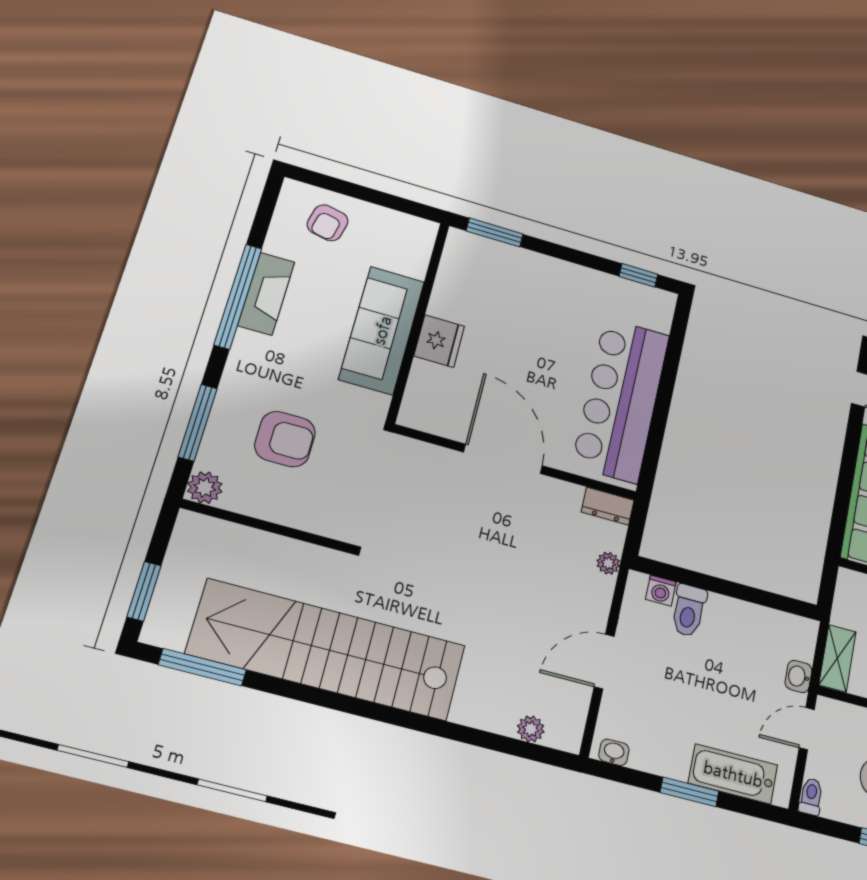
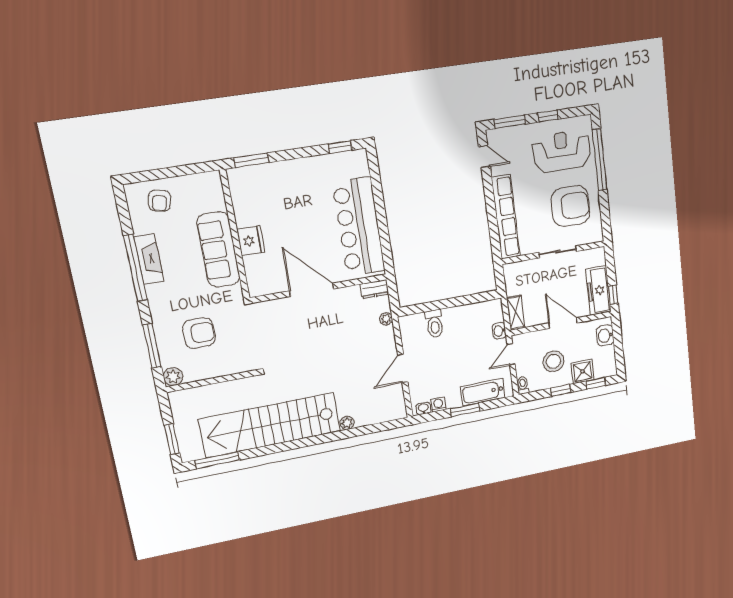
washing machine: (661, 591) -> (438, 404), moved, turned 180
plant: (531, 729) -> (347, 423), moved

